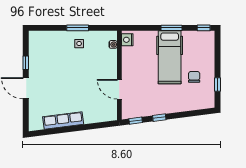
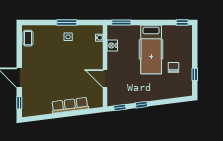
window: (172, 28) -> (121, 22), moved
nightstand: (127, 40) -> (112, 45), moved
coffee table: (35, 45) -> (28, 38), added
window: (26, 63) -> (19, 103), moved
row of seats: (63, 121) -> (70, 105), moved

